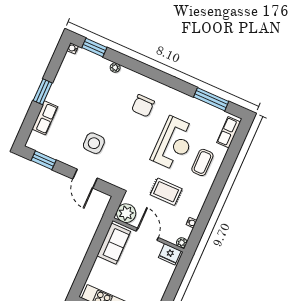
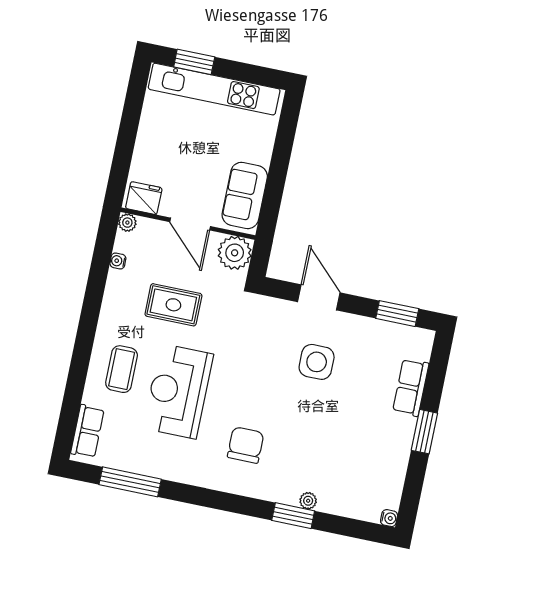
window: (94, 47) -> (293, 516), moved

